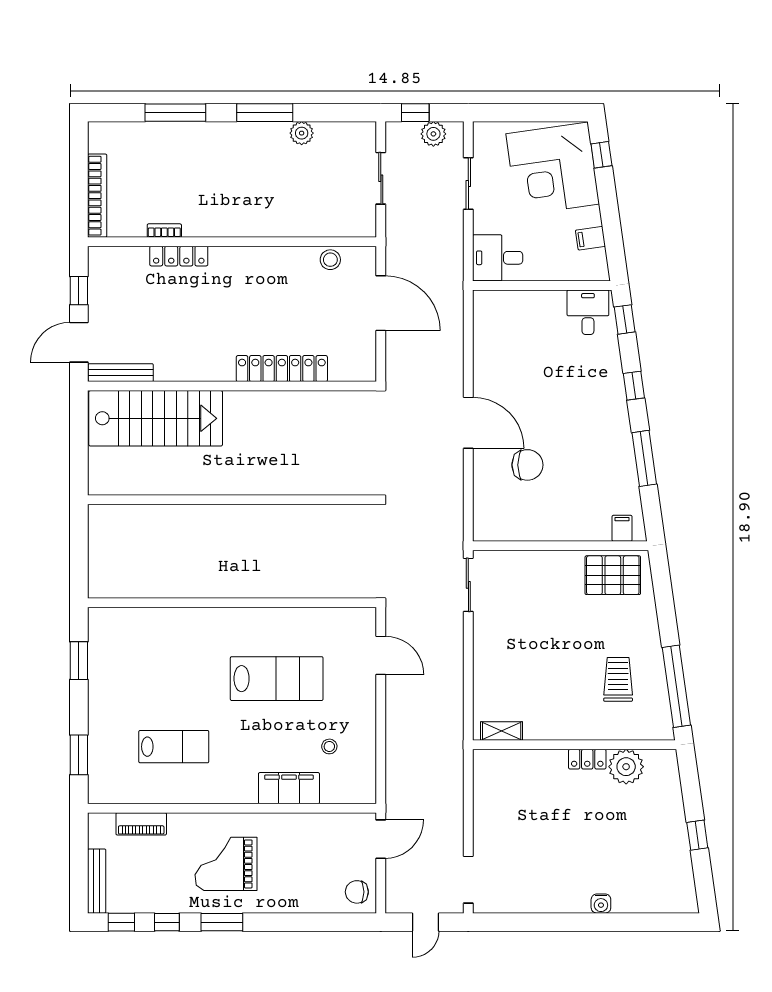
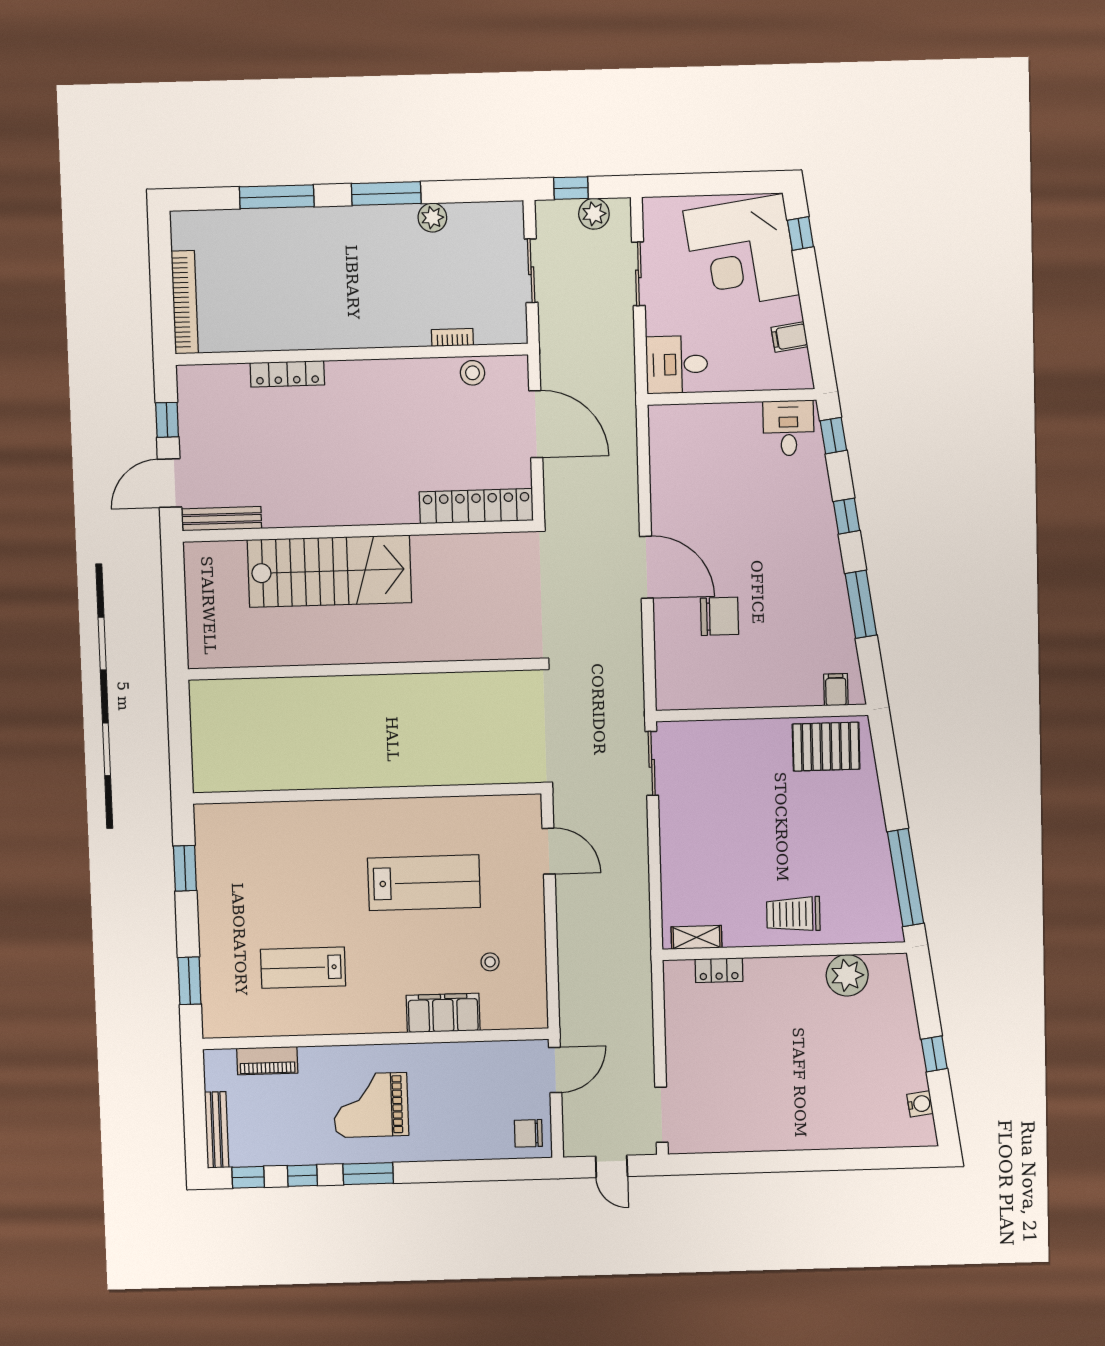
bookcase: (164, 231) -> (452, 337), moved
locker: (282, 369) -> (476, 506), moved
stairs: (156, 418) -> (329, 571), moved
trolley: (618, 679) -> (793, 914), moved, turned -90
lab bench: (174, 747) -> (303, 968), turned 180
locker: (587, 759) -> (719, 970), moved
water cooler: (601, 904) -> (920, 1104), moved, turned -98
door: (426, 922) -> (612, 1166), hinge flipped

